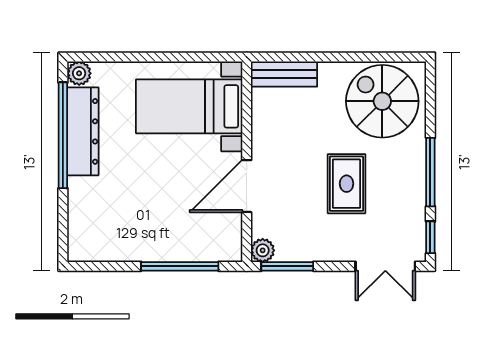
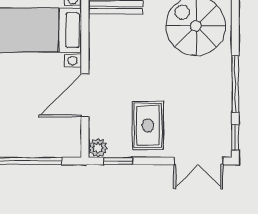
rug: (347, 184) -> (148, 125), moved
window: (287, 266) -> (118, 161), width x0.67

